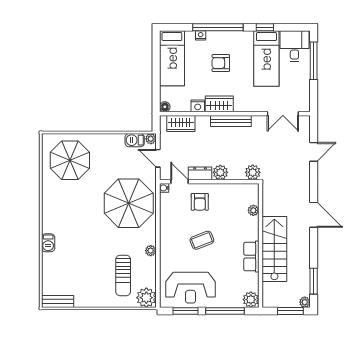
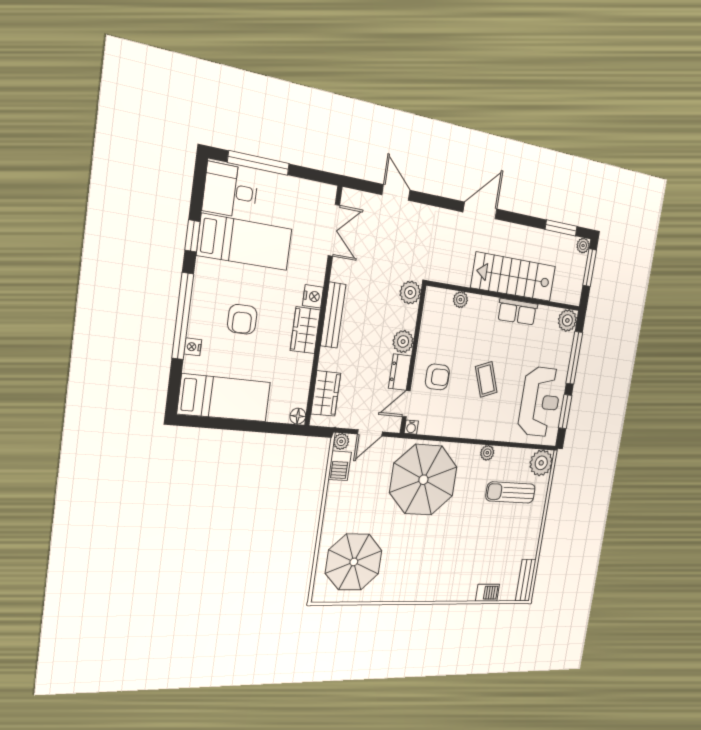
nightstand: (198, 106) -> (313, 296), moved
barbecue: (48, 243) -> (487, 593), moved
sun lounger: (123, 275) -> (511, 492), turned 180

